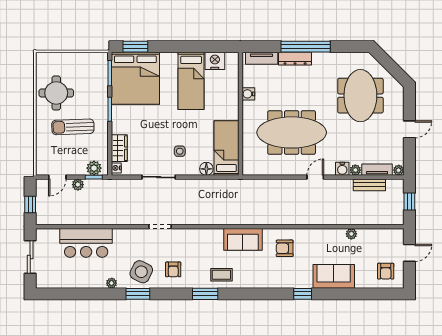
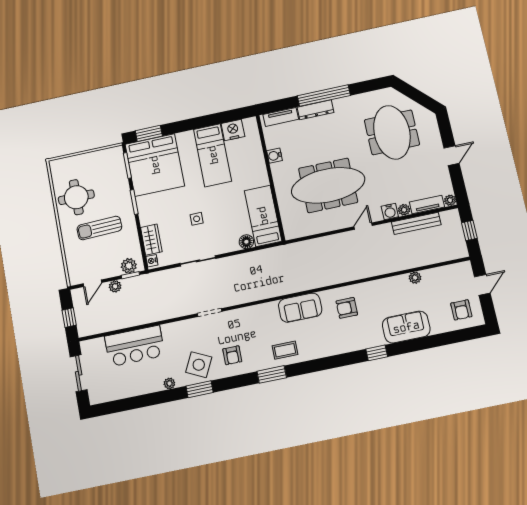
side table: (180, 151) -> (197, 219), moved
bench: (369, 185) -> (416, 223), width x1.36

